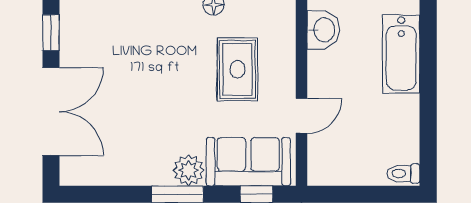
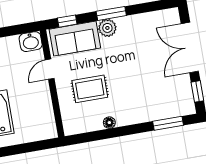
washbasin: (323, 30) -> (31, 42), moved, turned -90
rug: (237, 69) -> (90, 89), turned 90

